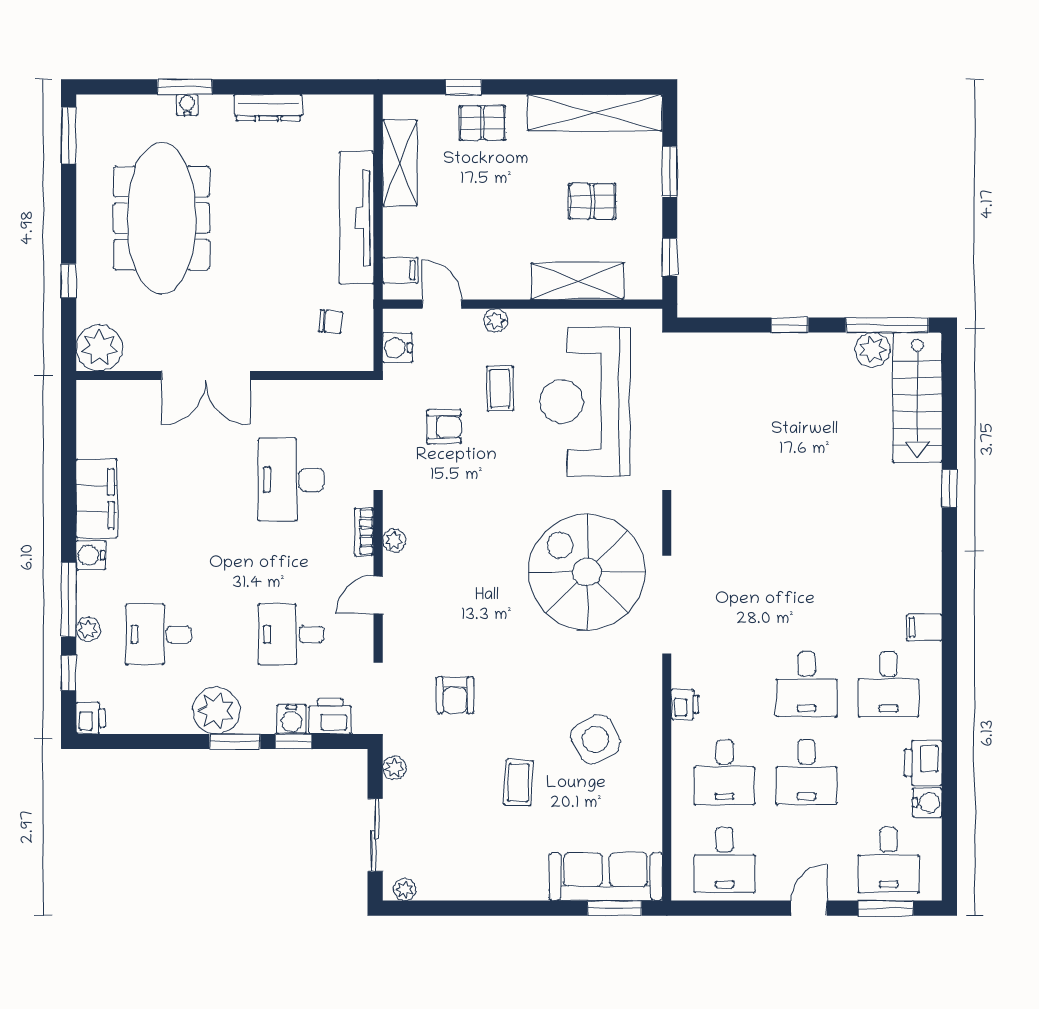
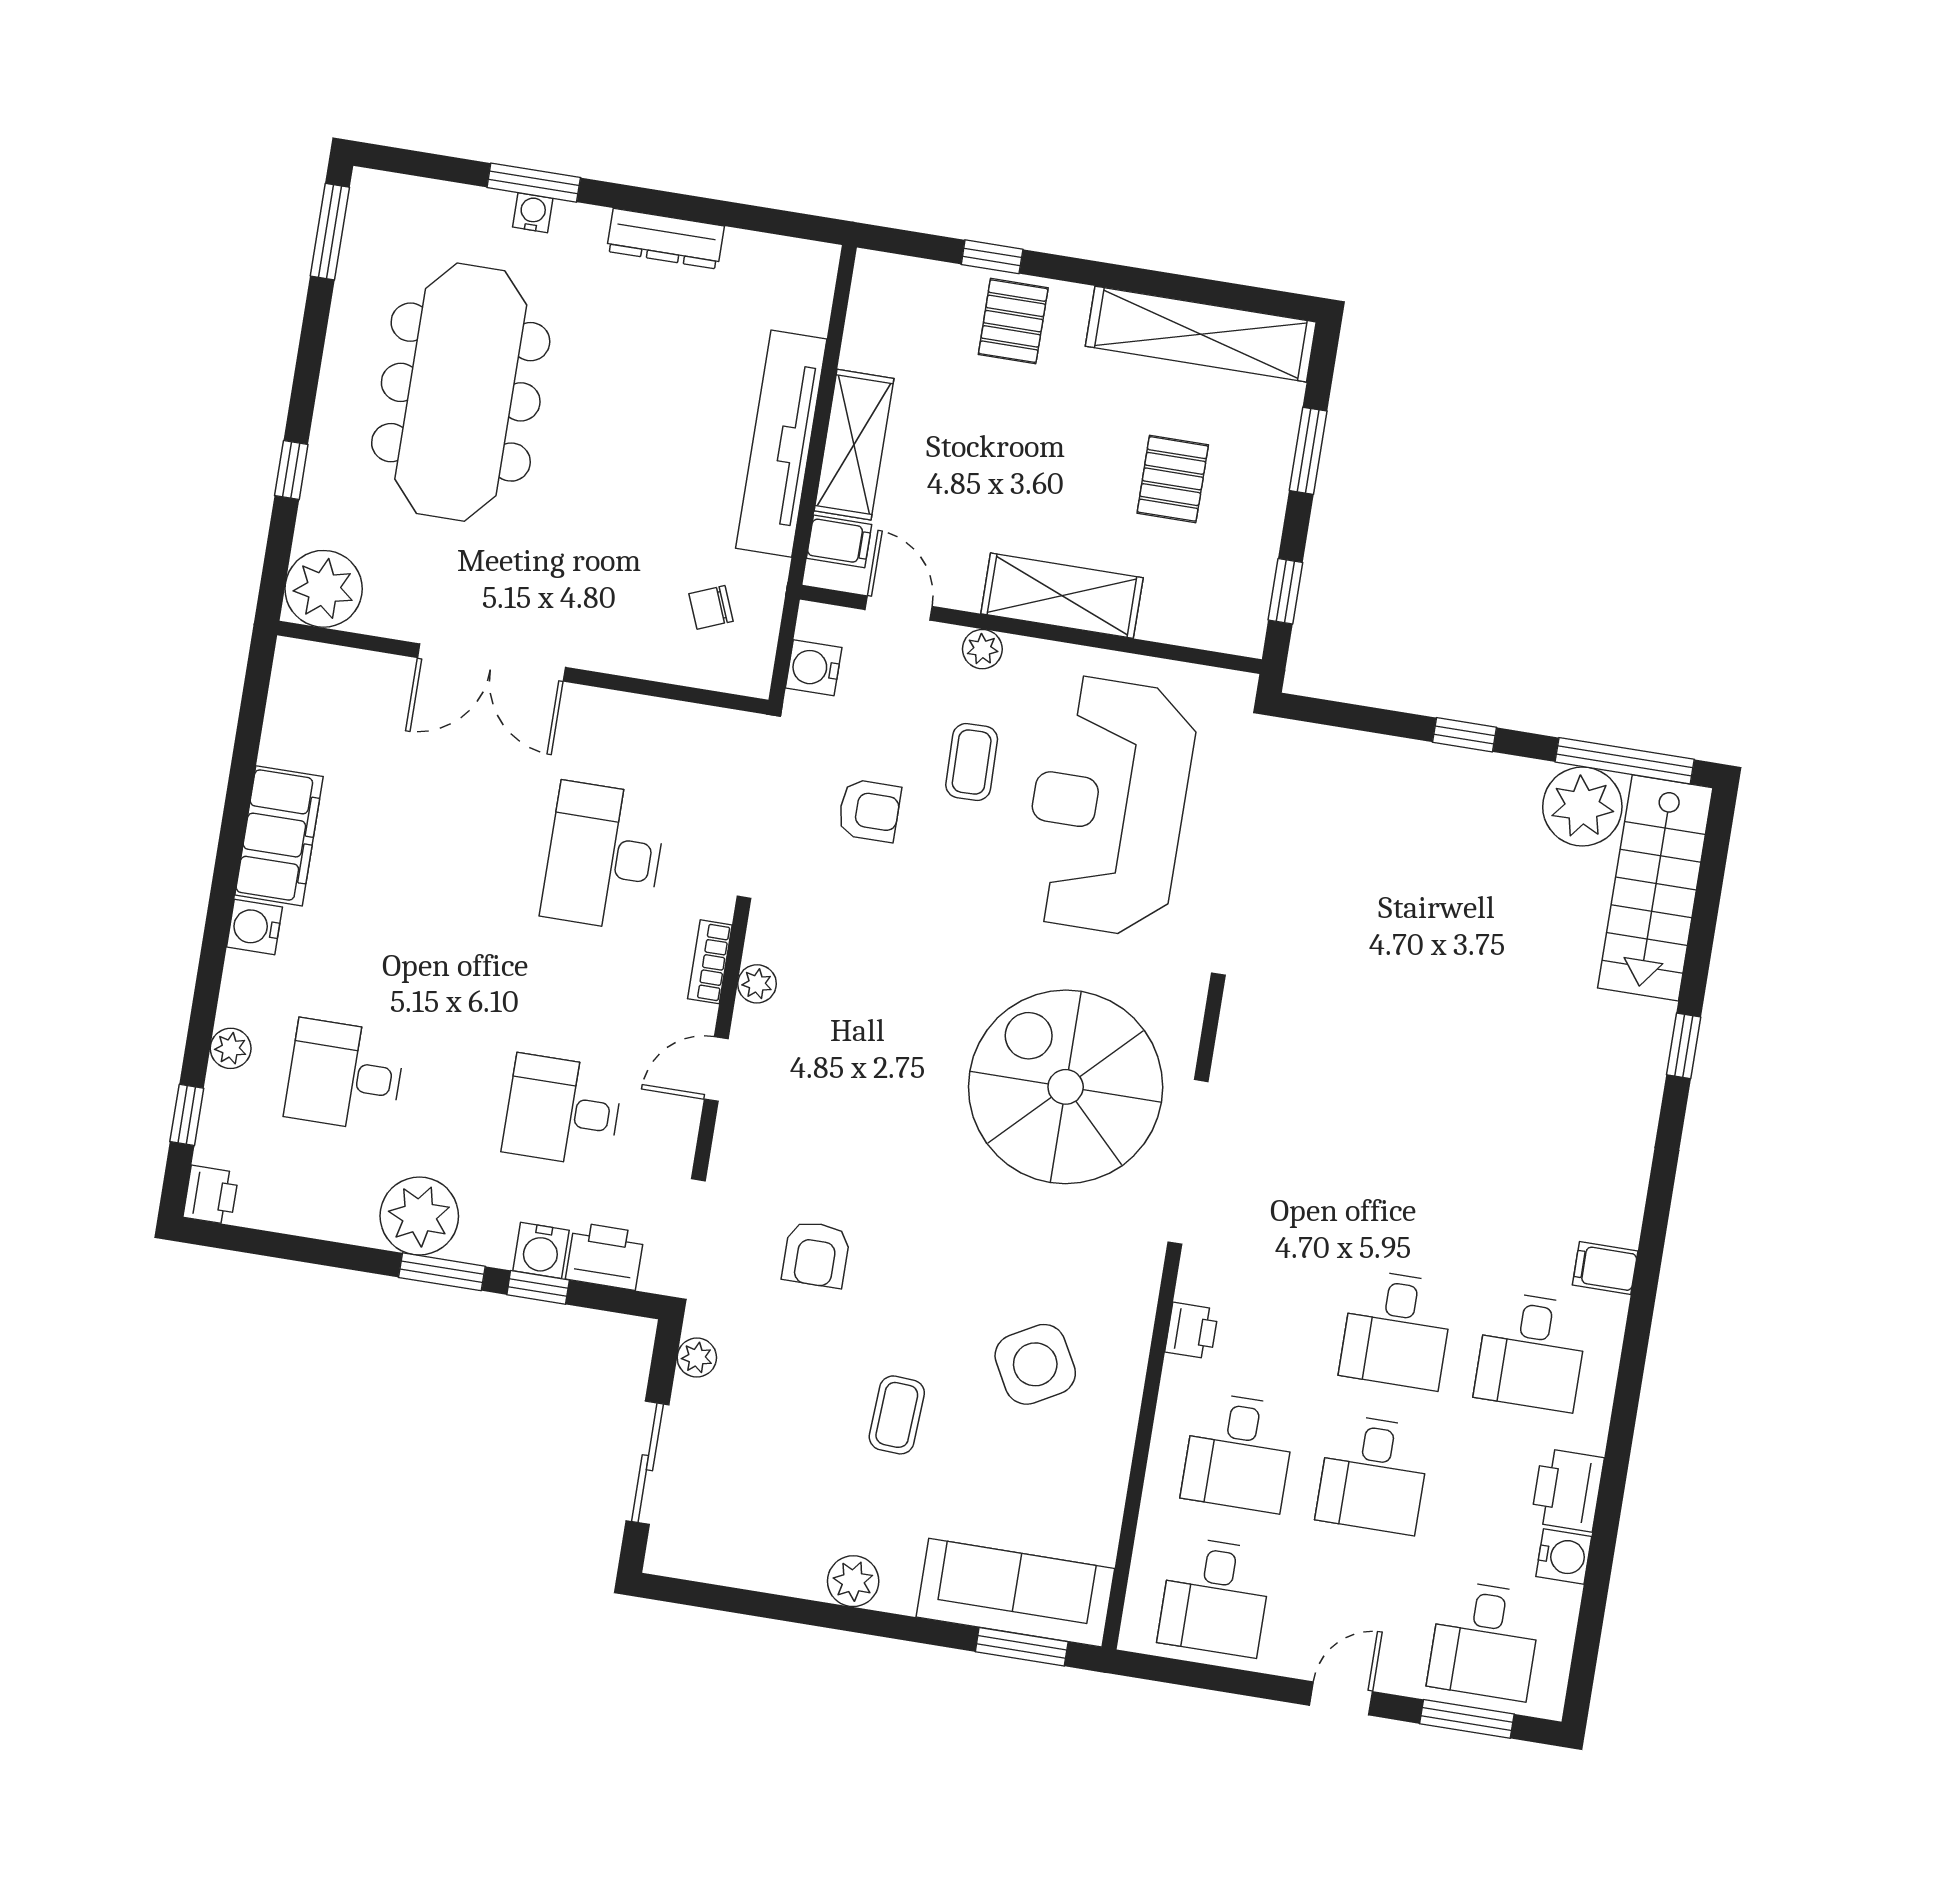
pallet: (482, 123) -> (1013, 321), turned 90
shelving: (400, 163) -> (854, 445), moved
pallet: (592, 201) -> (1173, 479), turned 90
shelving: (577, 281) -> (1062, 596), moved
chair: (331, 322) -> (711, 607), turned 152
plant: (873, 350) -> (1582, 807), width x1.36, depth x1.36
window: (69, 599) -> (206, 994), removed
plant: (405, 890) -> (853, 1581), moved, width x1.38, depth x1.38

